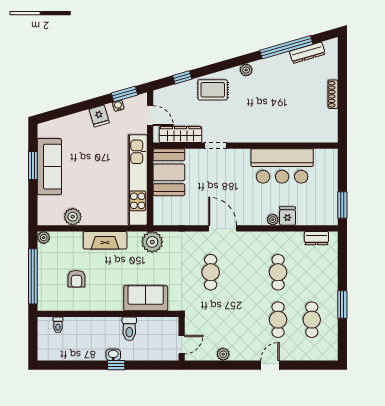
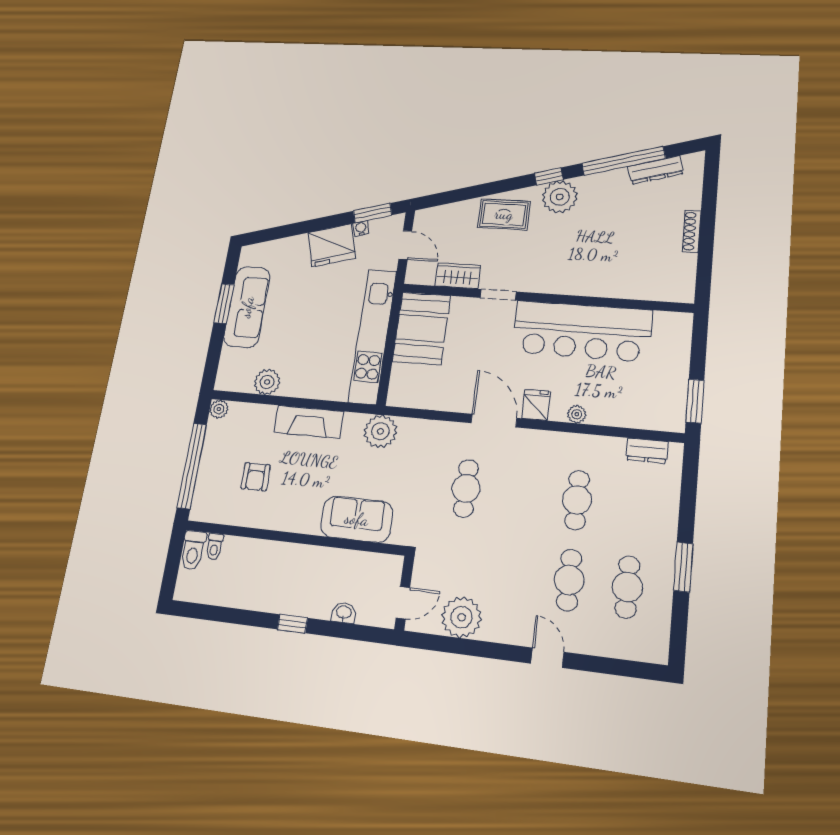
plant: (246, 70) -> (560, 197), width x1.88, depth x1.88
window: (182, 77) -> (549, 176), moved
fridge: (99, 116) -> (332, 245), width x1.88, depth x1.34
wardrobe: (181, 135) -> (458, 276), width x0.67
bar counter: (282, 166) -> (582, 331), width x1.36
fridge: (287, 216) -> (536, 405), moved
toilet: (129, 329) -> (193, 550), moved
plant: (223, 354) -> (462, 617), width x1.88, depth x1.88
washbasin: (113, 355) -> (344, 613), moved
door: (270, 365) -> (547, 658), hinge flipped

